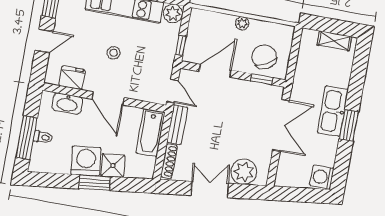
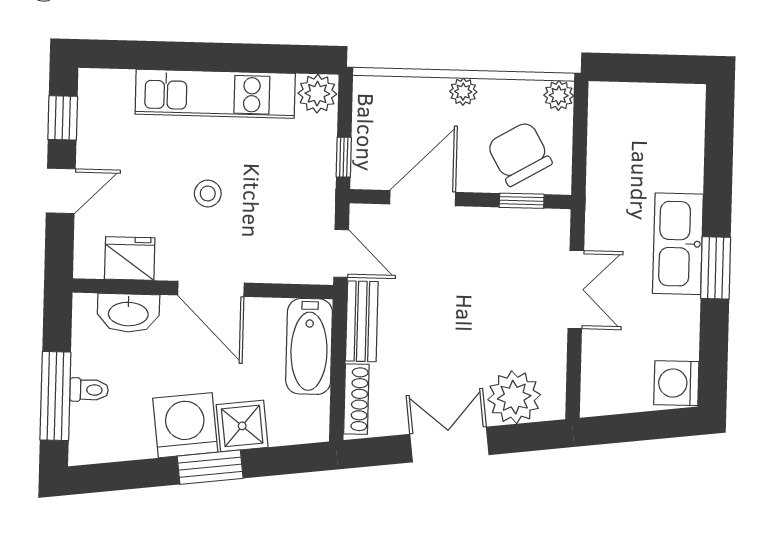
plant: (287, 32) -> (559, 95), added
shelving: (334, 41) -> (659, 98), removed
double door: (281, 125) -> (576, 290), width x0.73

